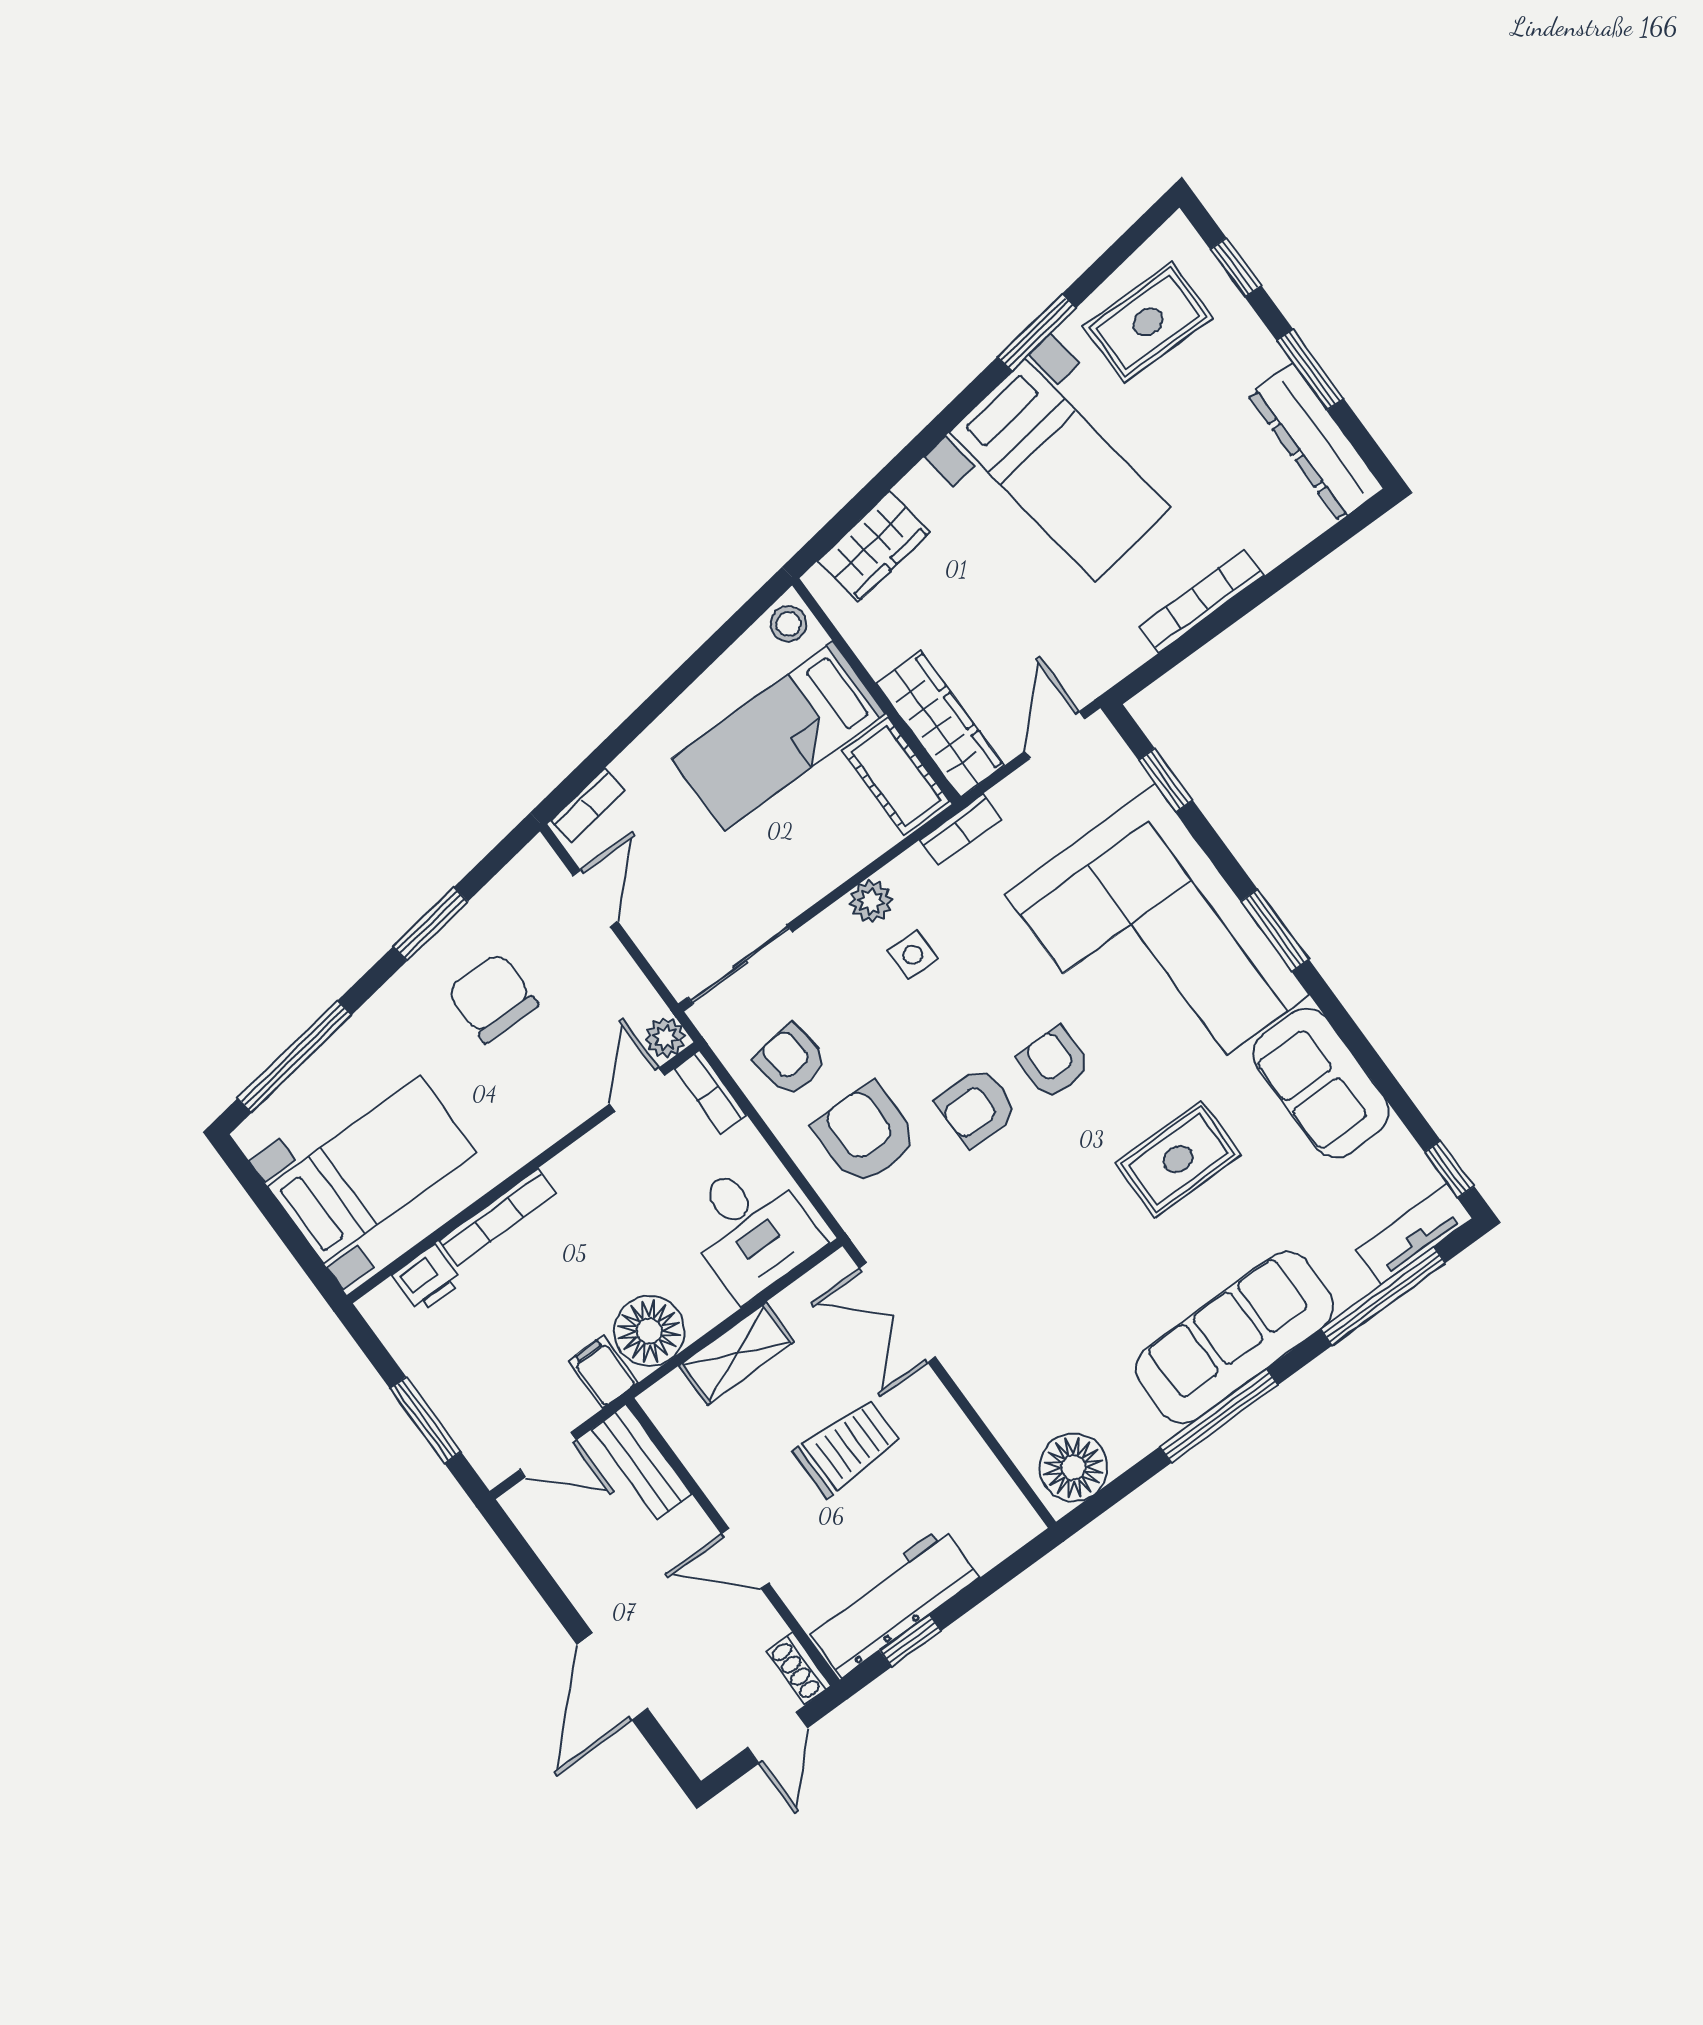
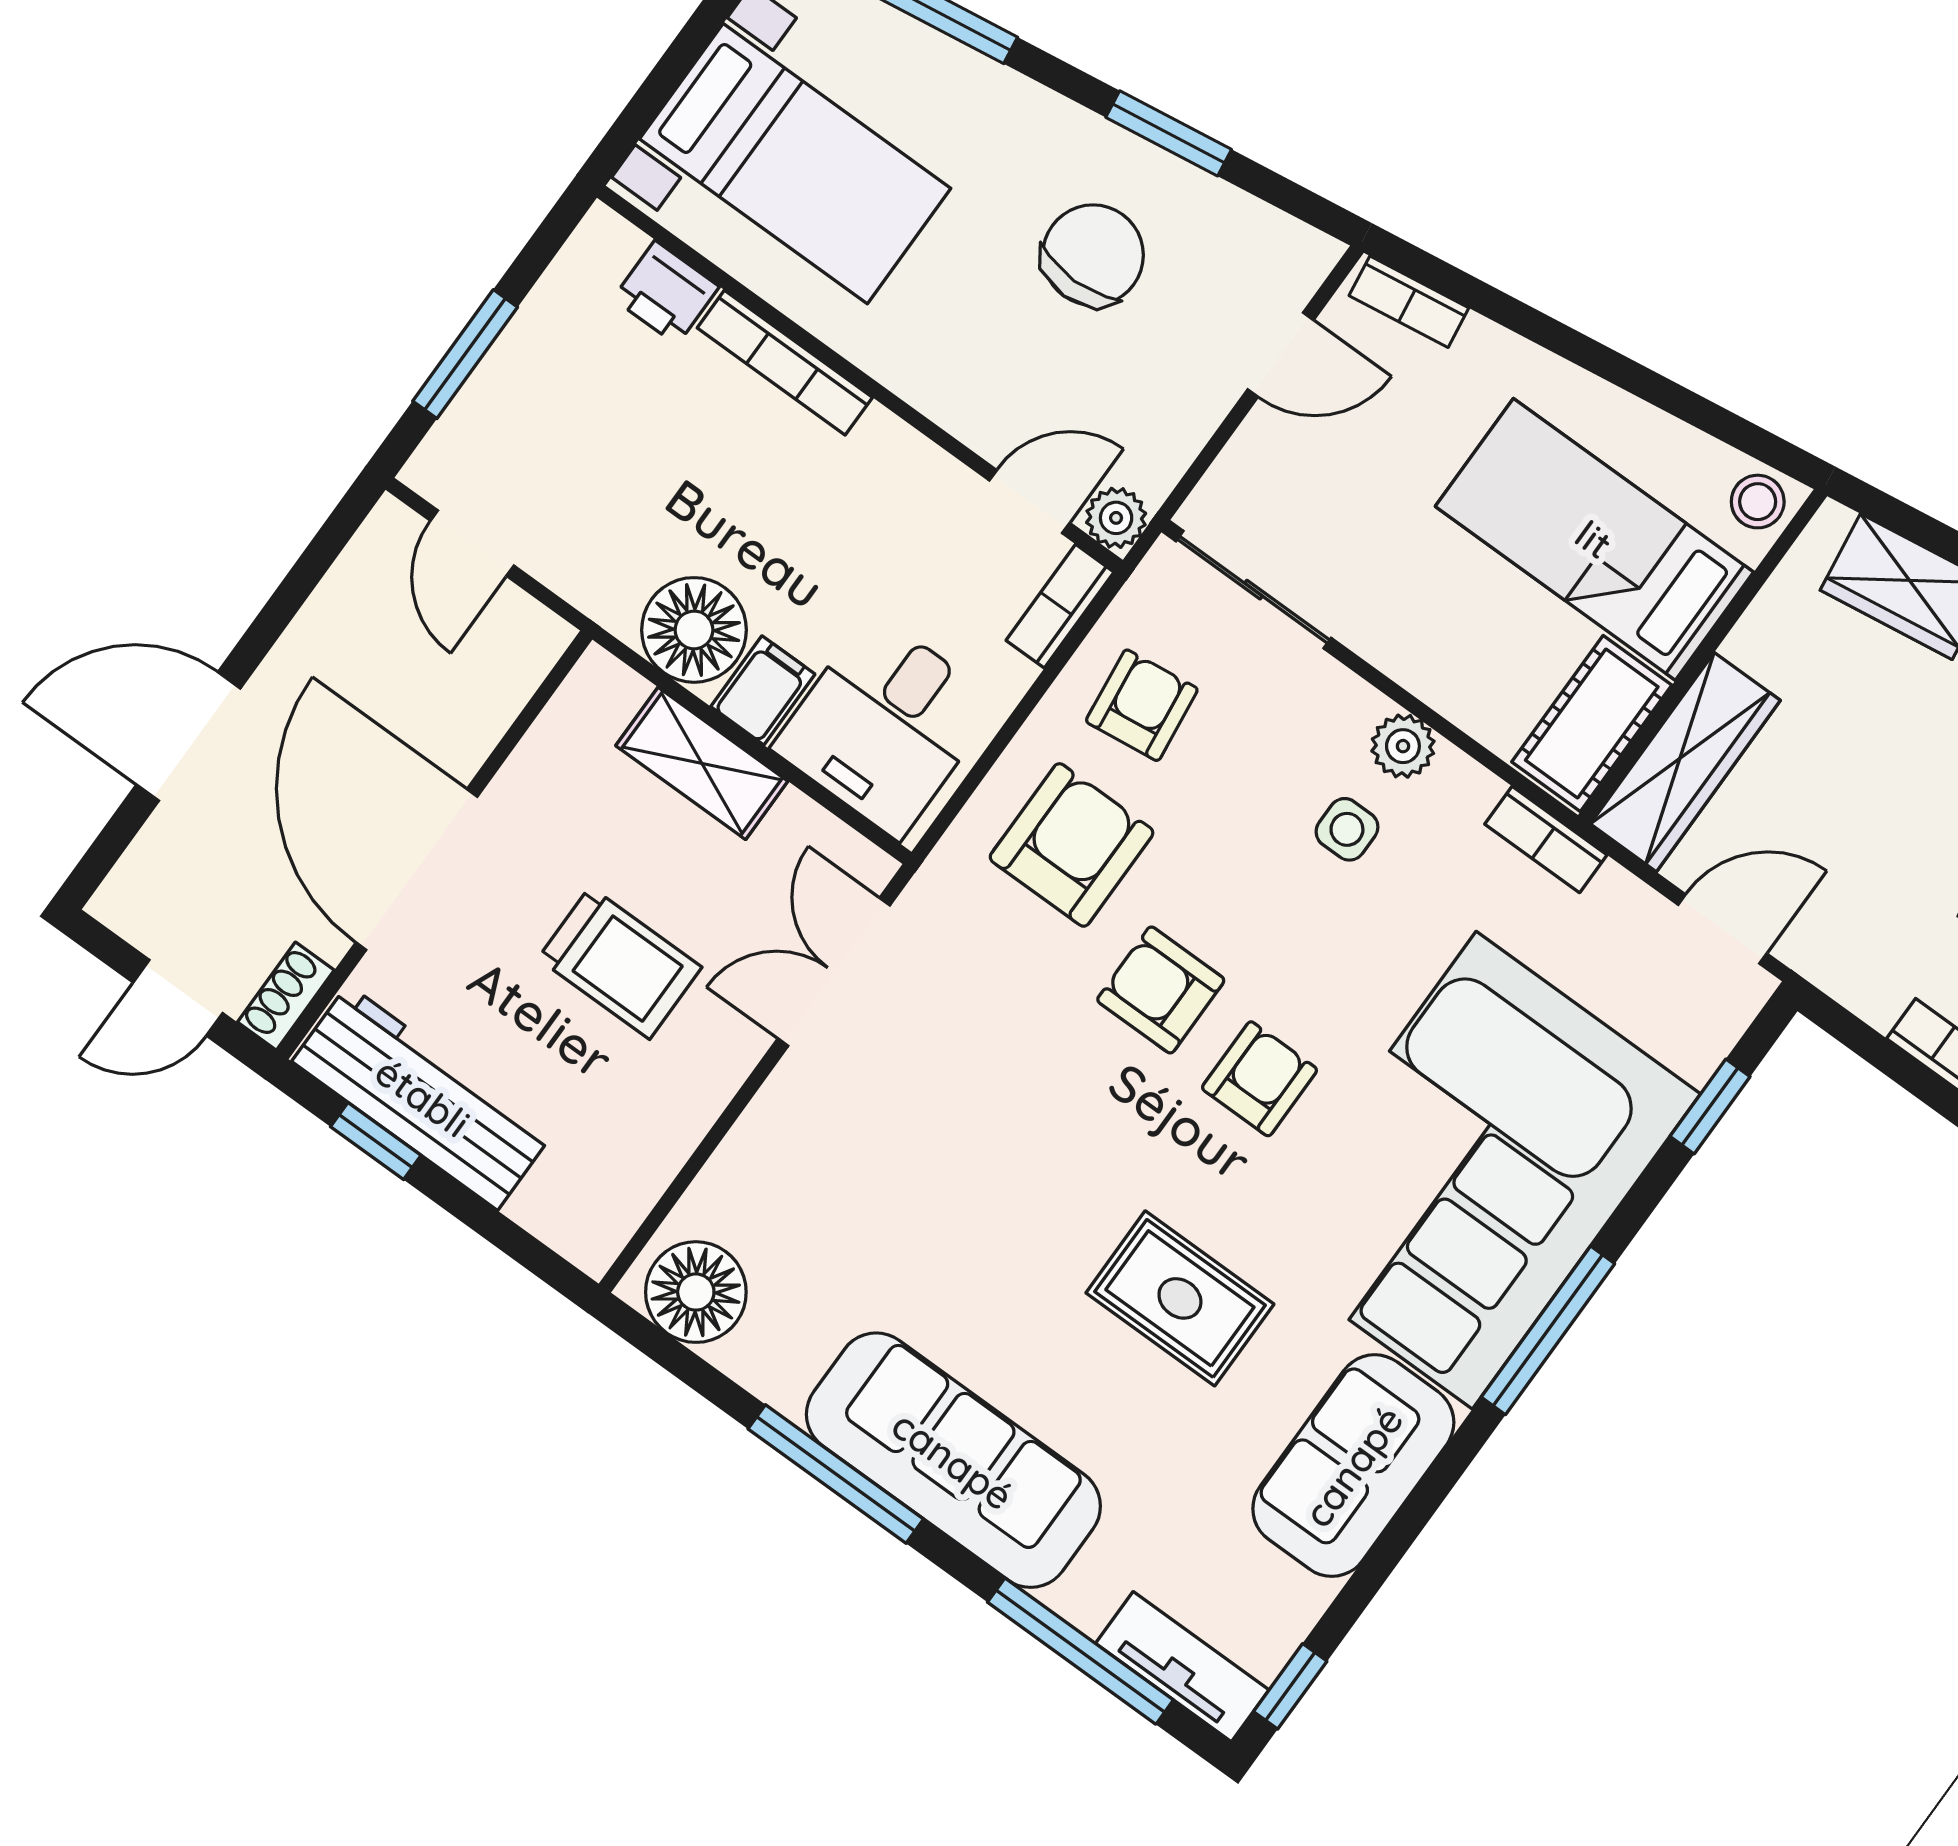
window: (1275, 930) -> (1548, 1330), width x1.44
filing cabinet: (603, 1372) -> (763, 690), moved
bench: (642, 1462) -> (506, 679), removed
door: (745, 1558) -> (417, 870), width x1.87

